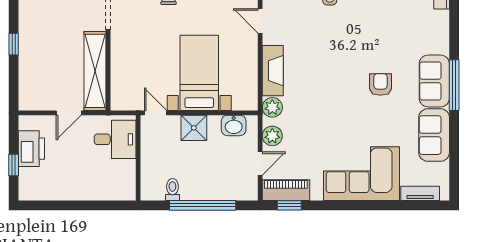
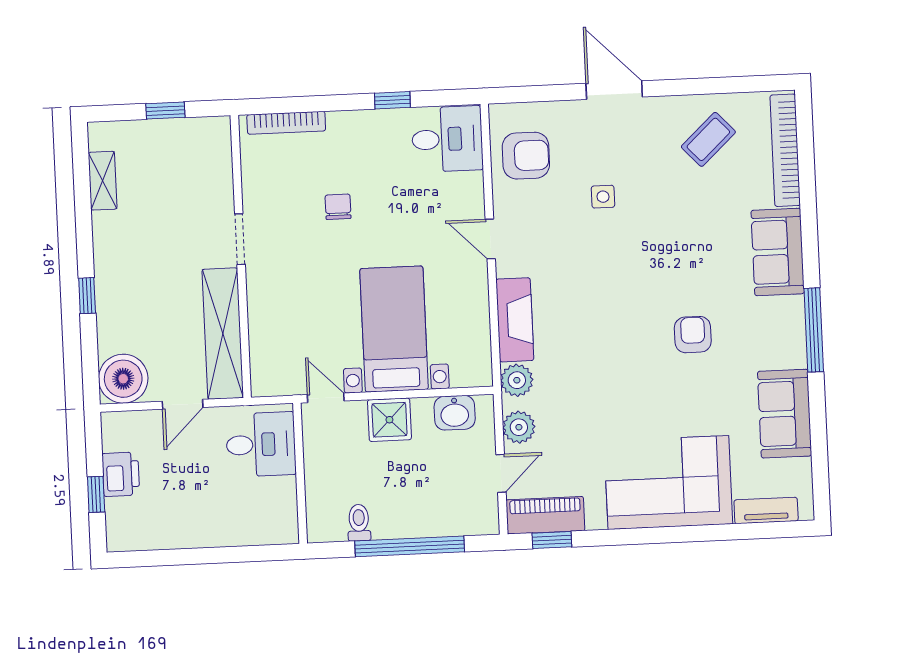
sofa: (434, 81) -> (778, 252), moved
boiler: (33, 96) -> (123, 379), added
printer: (31, 149) -> (121, 474), width x0.73, depth x0.84

